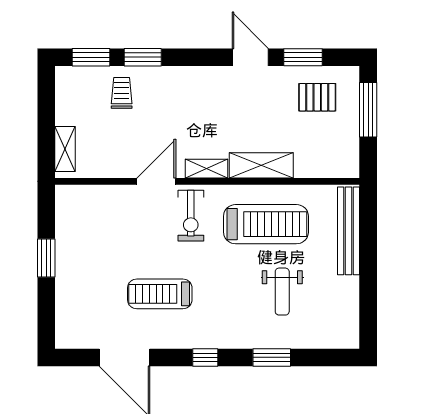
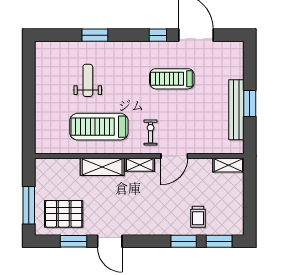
pallet: (317, 97) -> (64, 214), width x1.50, depth x1.42
shelving: (65, 149) -> (228, 165), moved, turned 90
exercise bike: (191, 216) -> (151, 132), width x0.73, depth x0.72
bench: (349, 231) -> (236, 110), moved
treadmill: (160, 294) -> (172, 79), turned 180
window: (205, 357) -> (158, 35), moved

